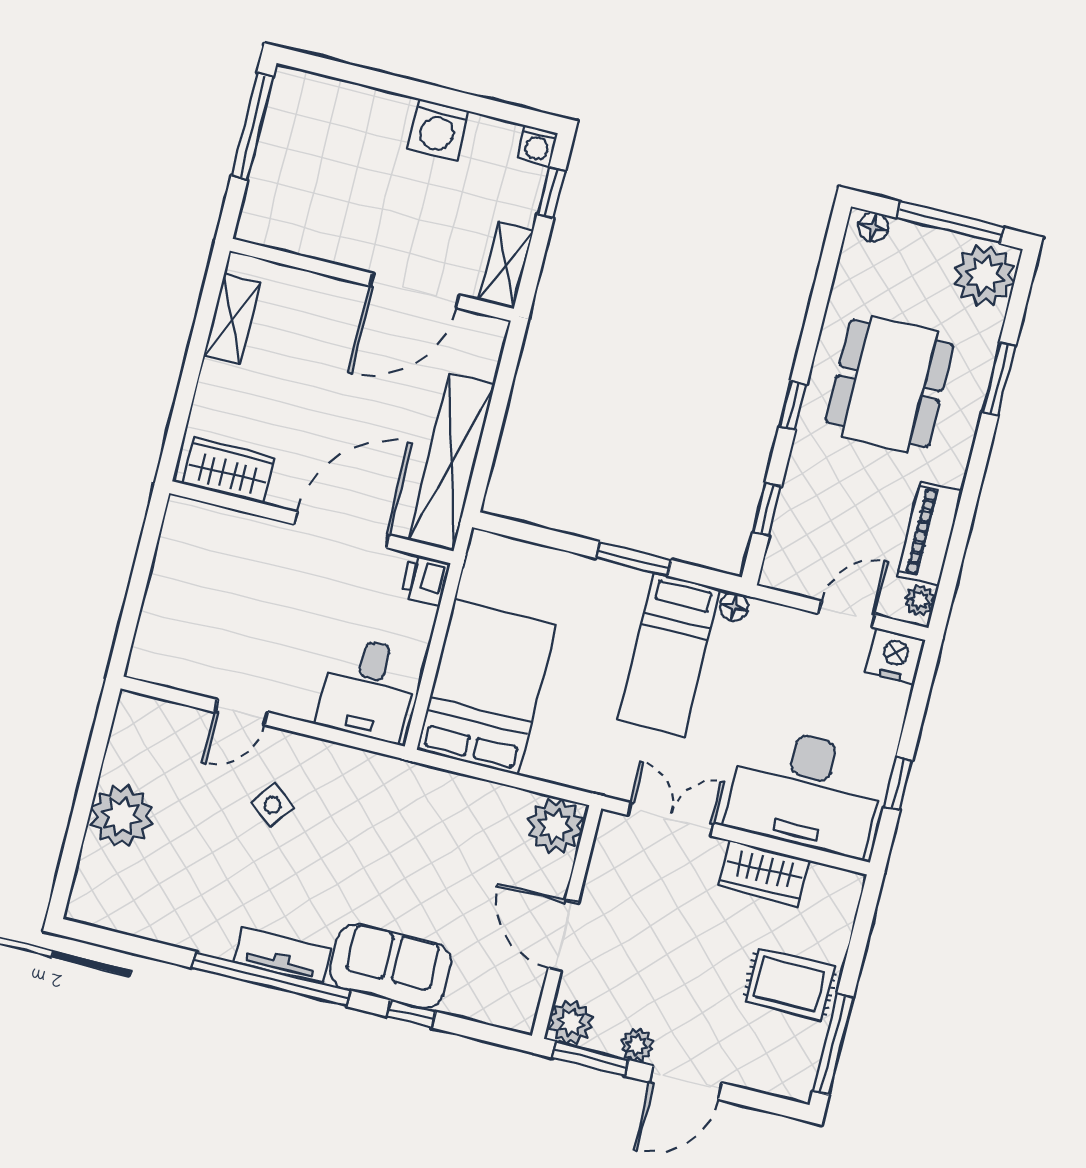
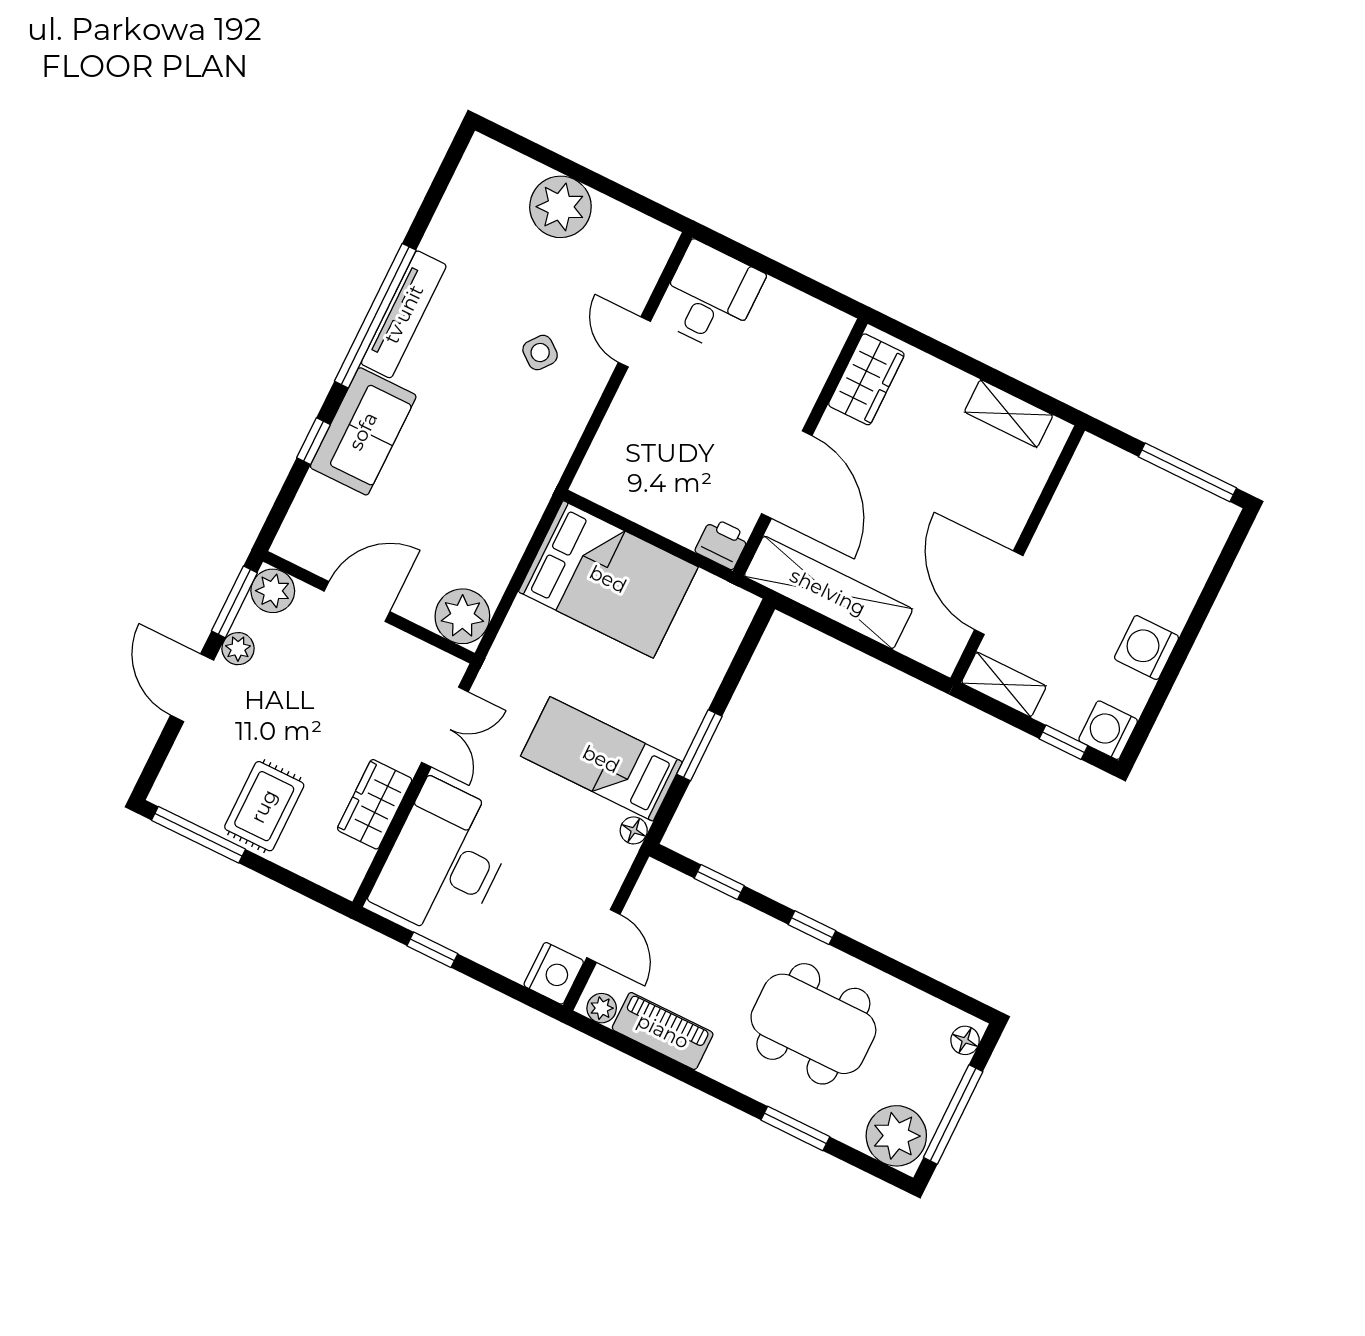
washing machine: (537, 146) -> (1108, 730), width x1.38, depth x1.38
desk: (368, 689) -> (710, 297), moved, turned 90
tv unit: (282, 955) -> (404, 314), width x1.41

